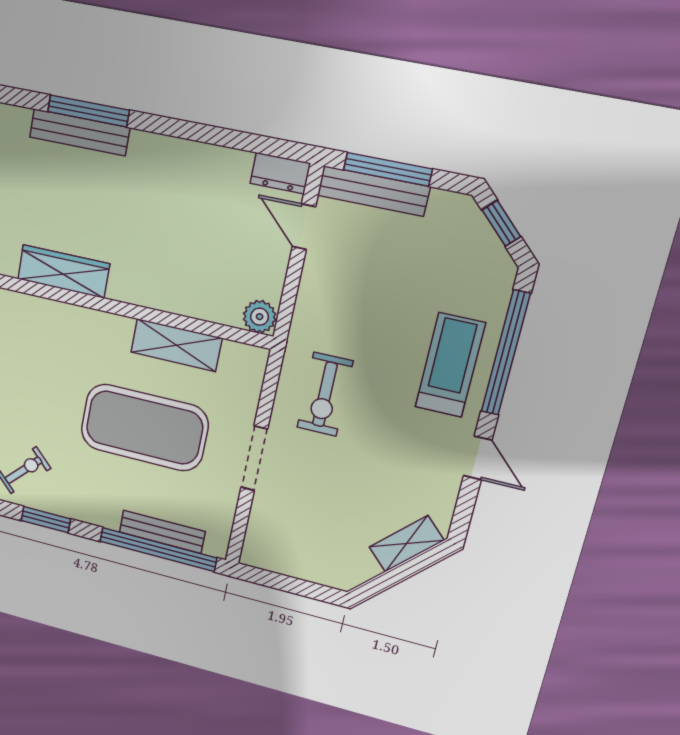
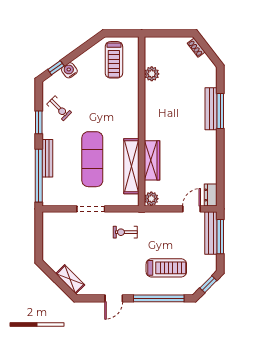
wardrobe: (63, 271) -> (152, 160), moved
shelving: (176, 345) -> (131, 166), width x1.47
treadmill: (450, 365) -> (166, 268), moved
exercise bike: (325, 394) -> (125, 232), width x0.73, depth x0.72
exercise mat: (144, 427) -> (92, 159), width x0.68
bench: (162, 532) -> (47, 158), moved

